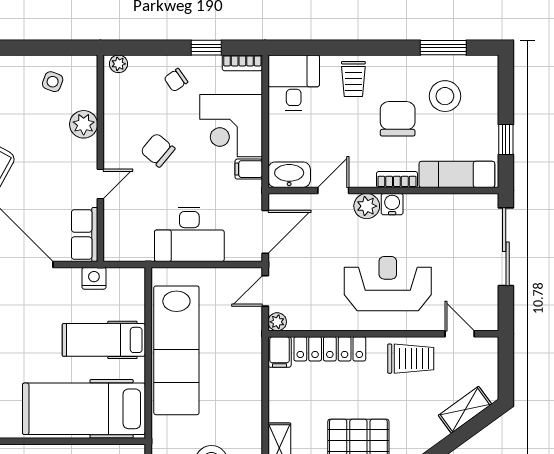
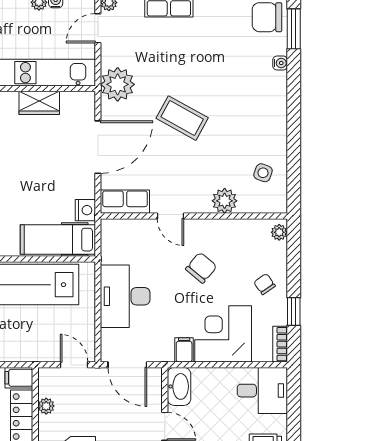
plant: (277, 322) -> (46, 406), moved
hospital bed: (104, 340) -> (58, 240), moved, turned -90

